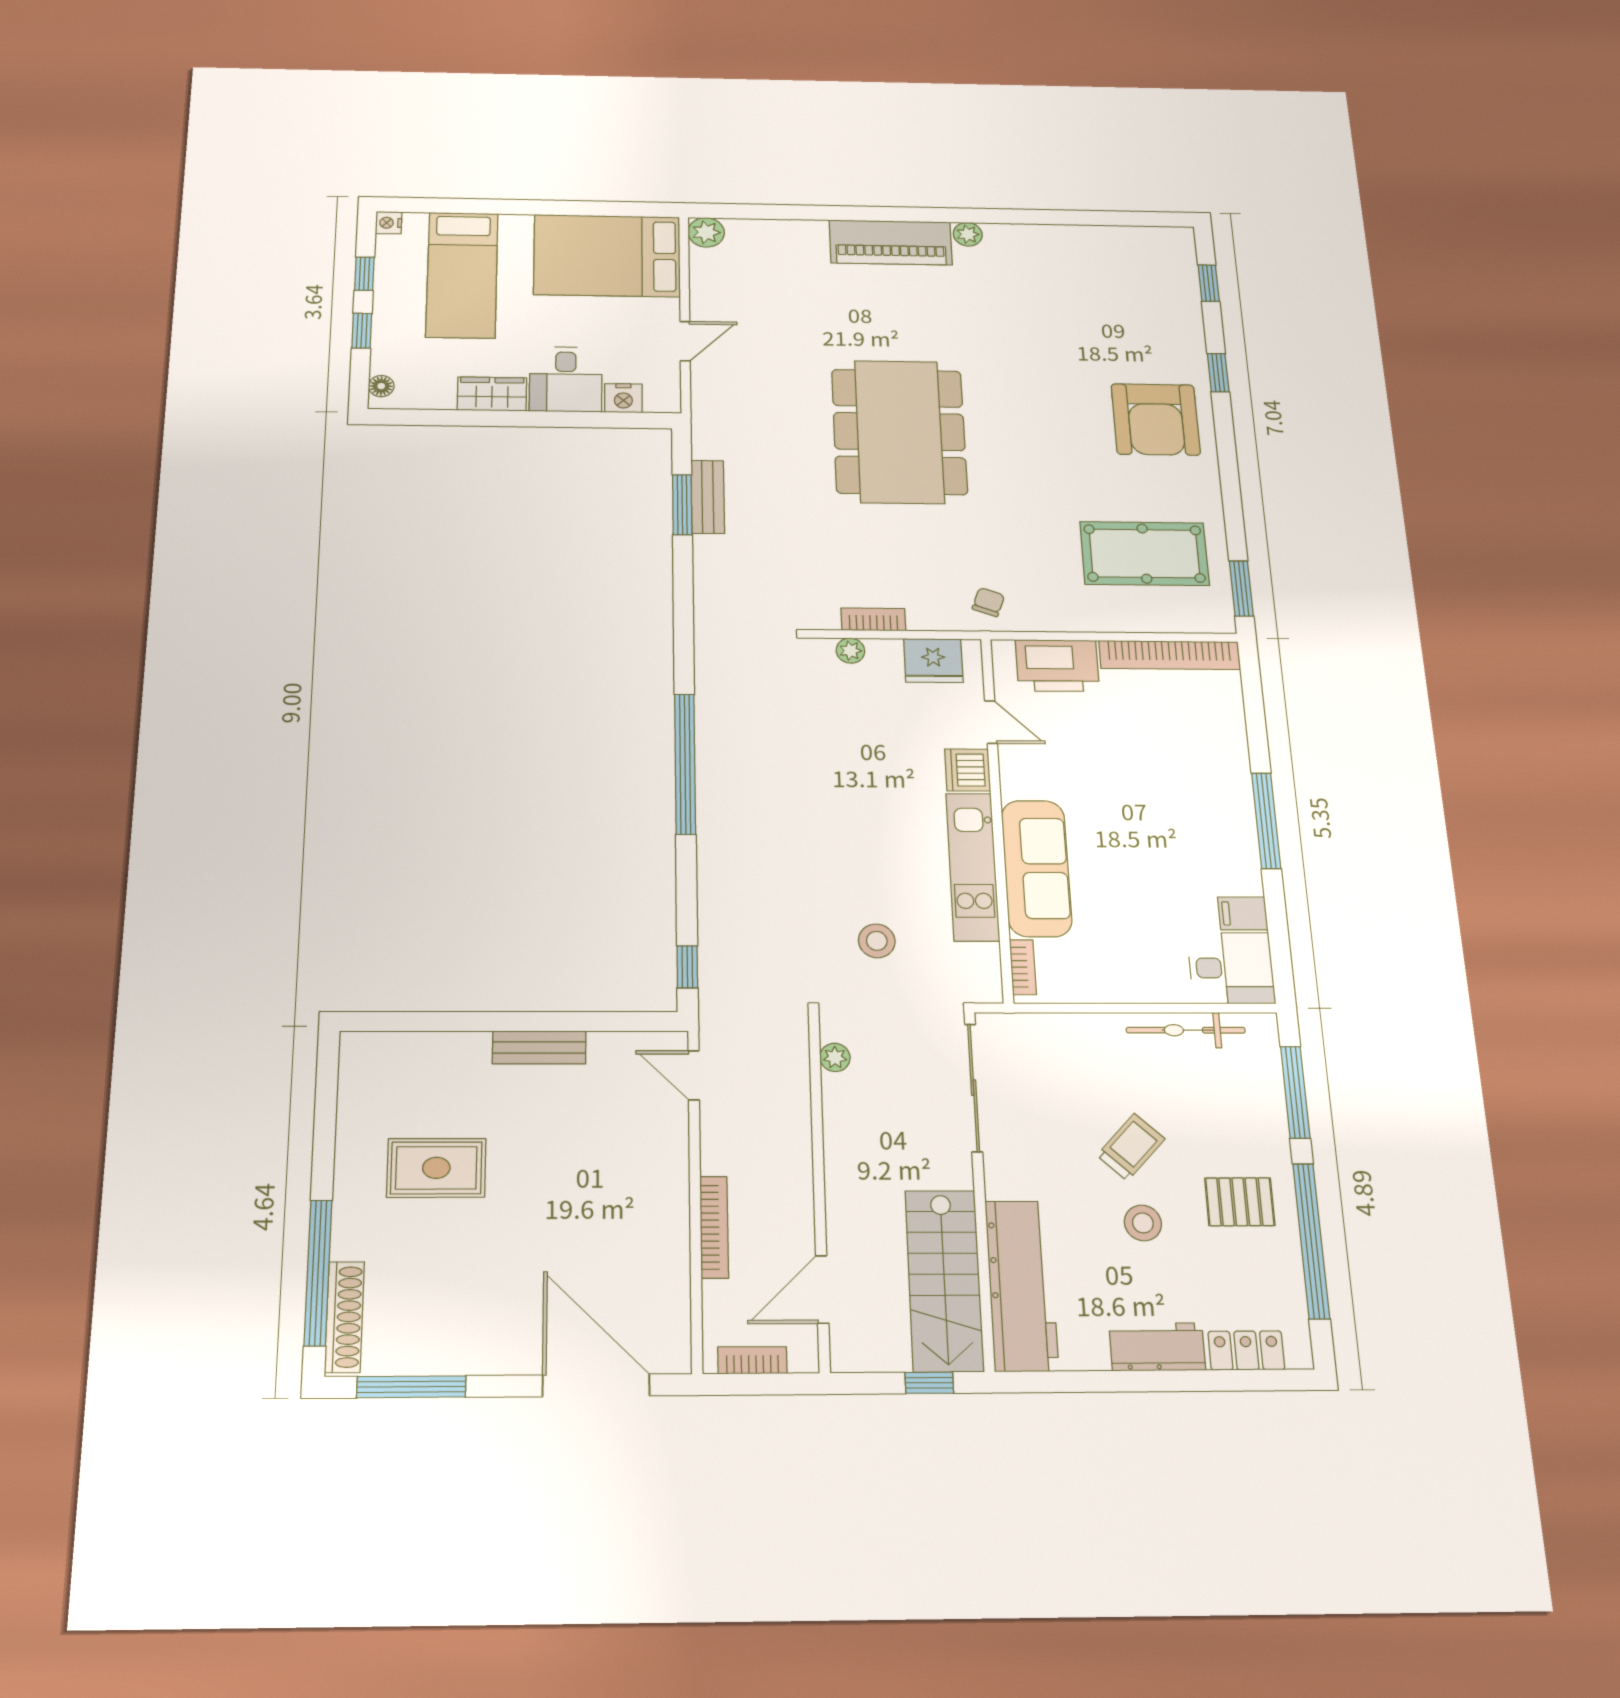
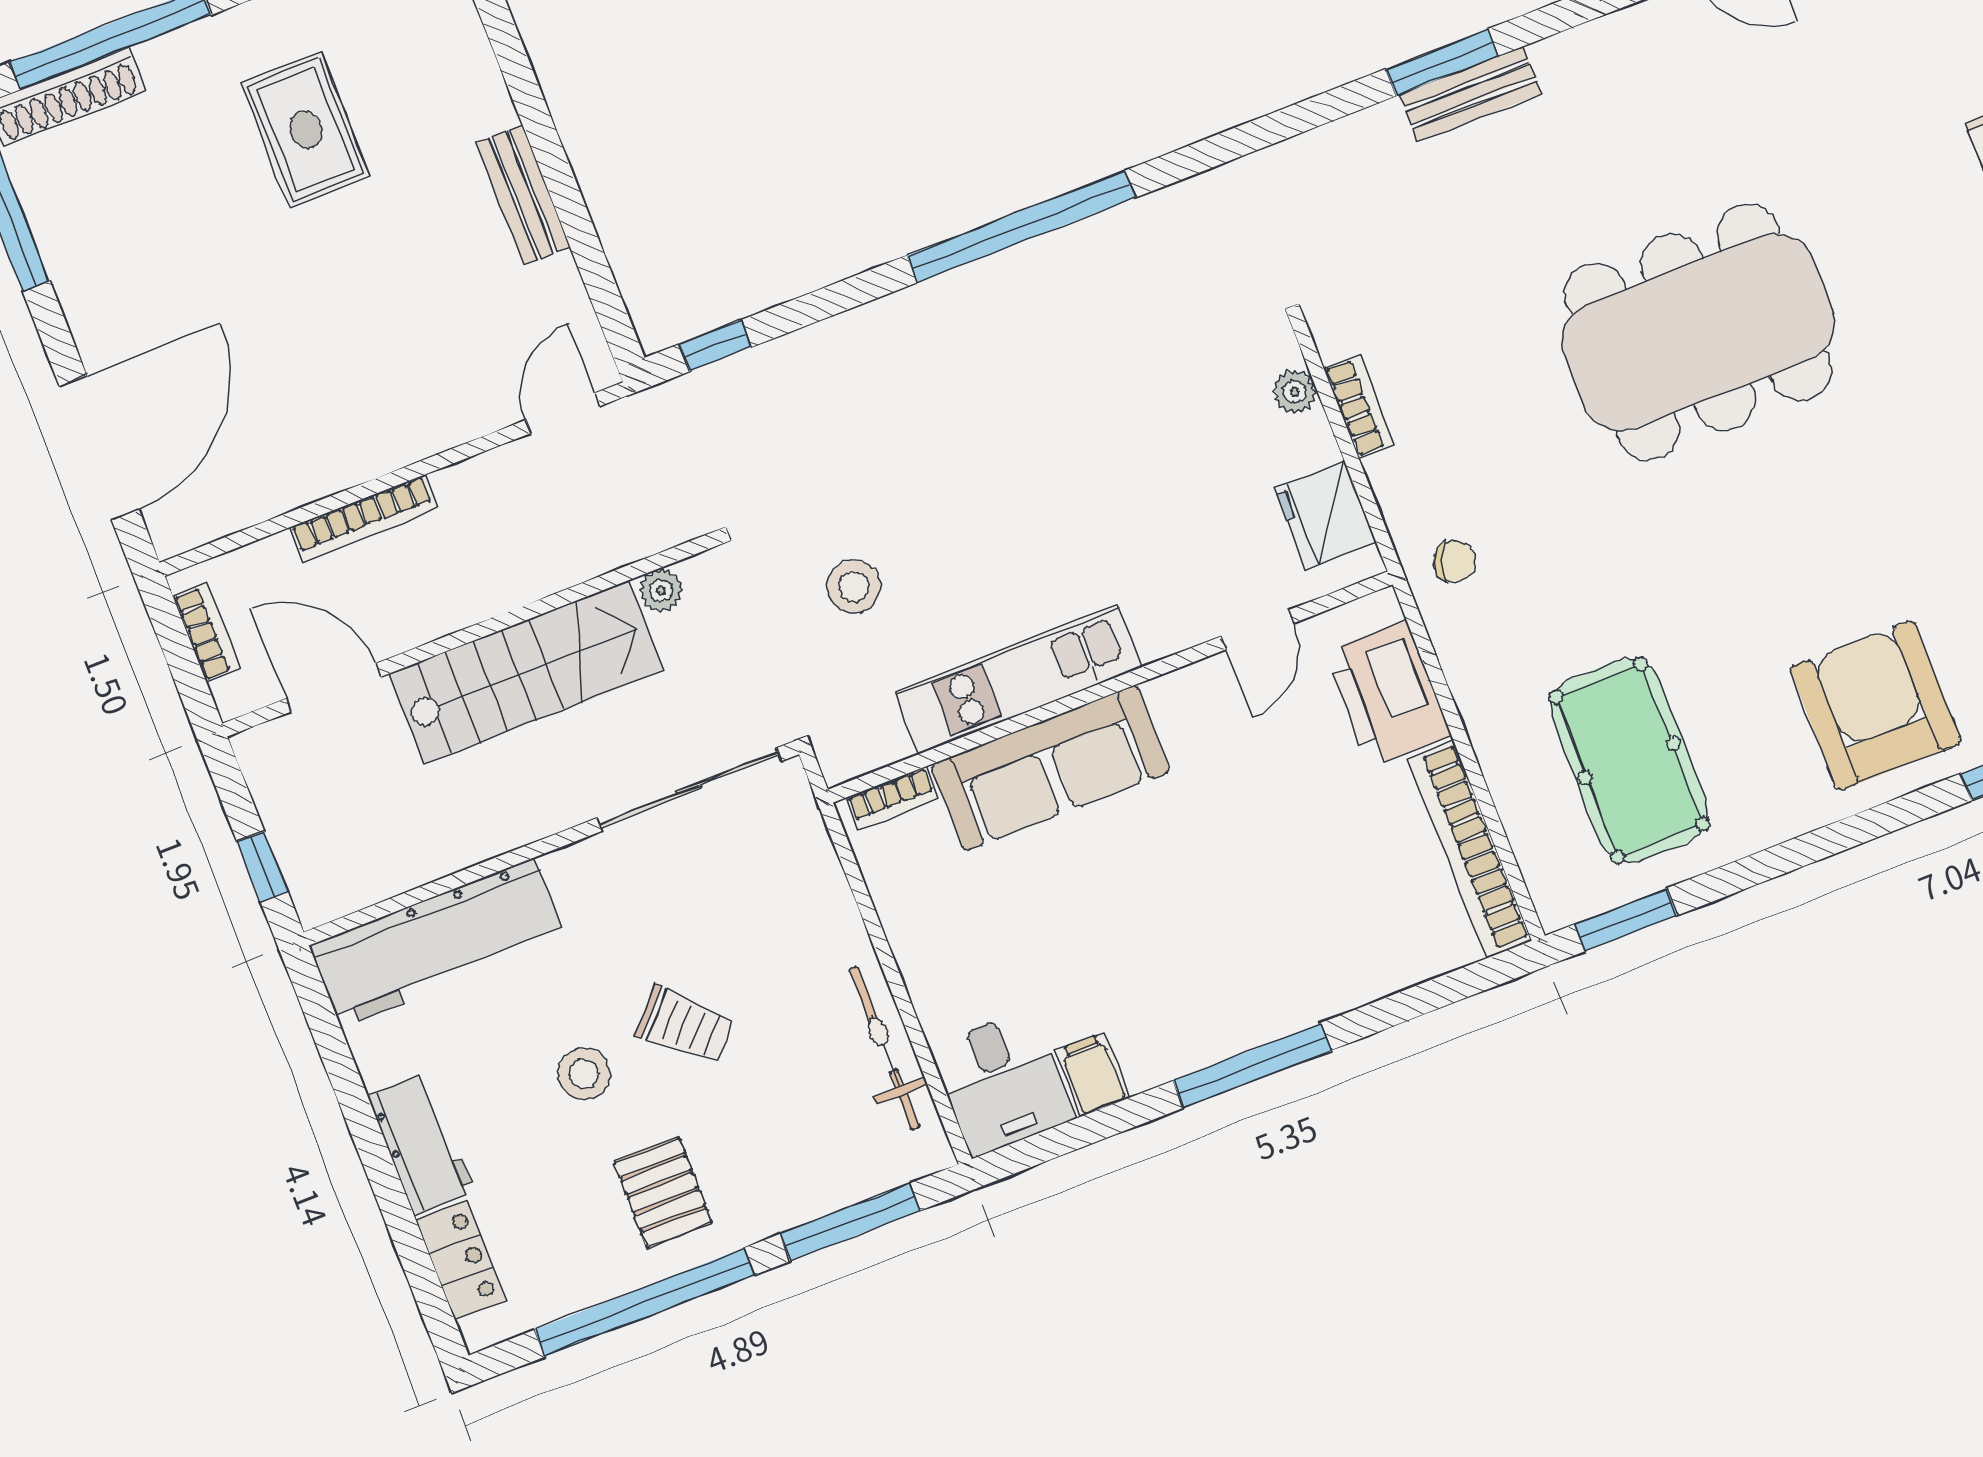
armchair: (1156, 419) -> (1876, 705), turned 90
dishwasher: (968, 770) -> (1167, 622), removed
stairs: (944, 1280) -> (526, 672), moved, turned 180

